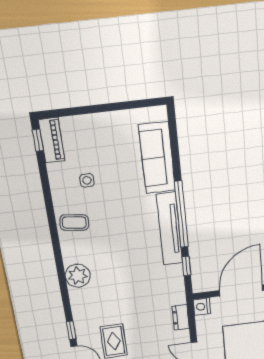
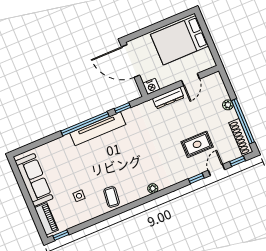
piano: (52, 140) -> (46, 219), moved, turned 90
sofa: (157, 158) -> (34, 180), moved, turned -90
plant: (78, 276) -> (153, 188), width x0.53, depth x0.53
dresser: (181, 317) -> (168, 98), width x1.44

